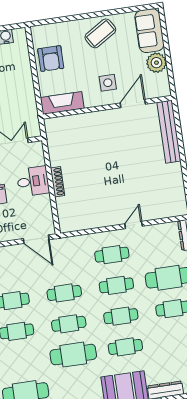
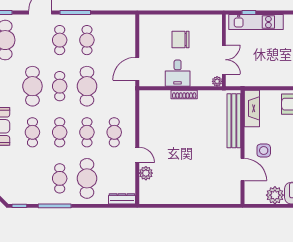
bench: (169, 132) -> (234, 121), moved, turned 90
plant: (37, 147) -> (217, 81), added
desk: (33, 181) -> (178, 73), moved
plant: (153, 212) -> (146, 173), added
cafe table: (64, 293) -> (87, 86), width x1.37, depth x1.35

